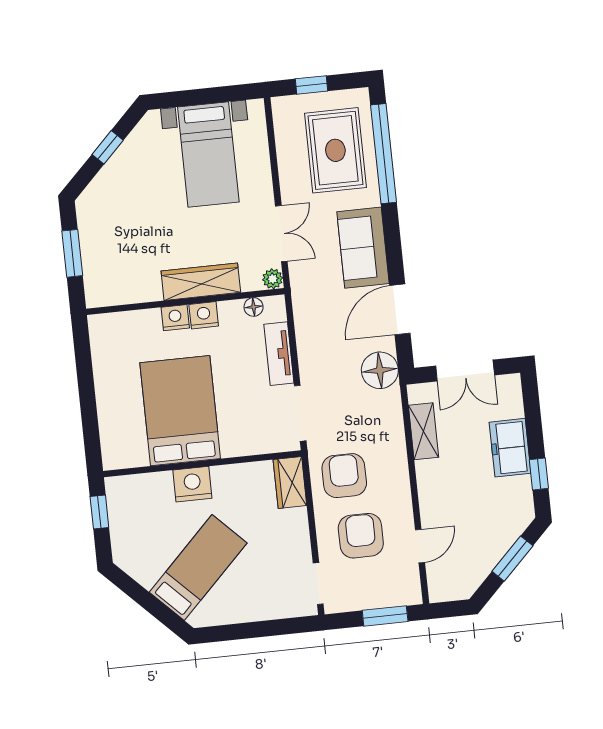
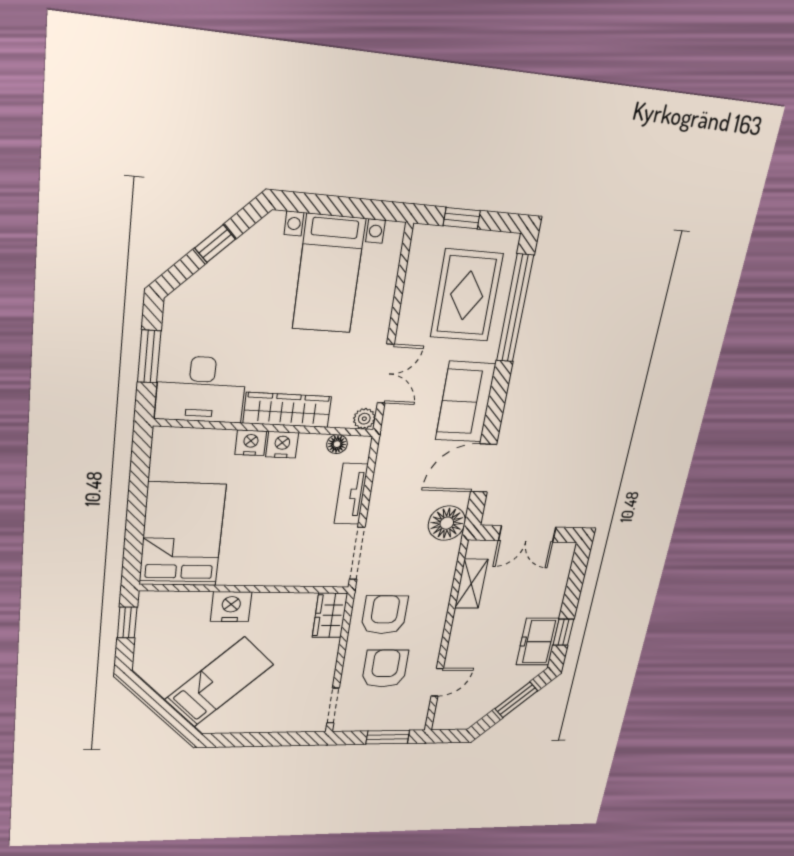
desk: (121, 275) -> (201, 389), added
bed: (180, 411) -> (182, 535), moved
freezer: (510, 448) -> (538, 642), moved

